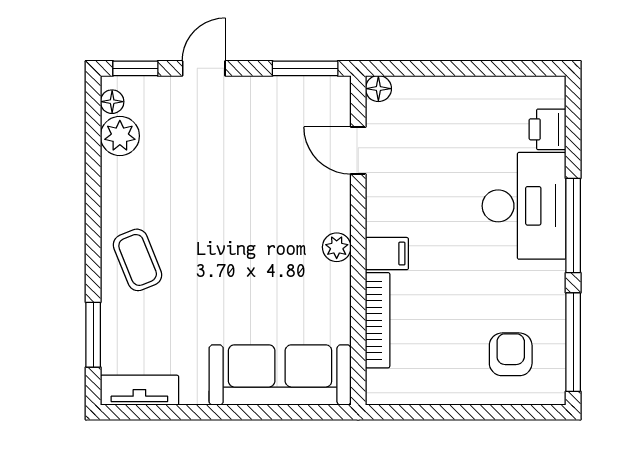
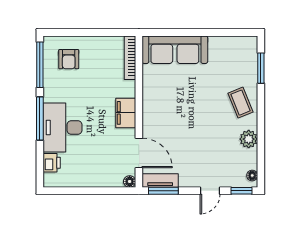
plant: (120, 136) -> (249, 139), moved
door: (358, 151) -> (139, 153), width x1.38
plant: (337, 247) -> (149, 108), removed
filing cabinet: (387, 254) -> (126, 113), width x2.00
bookcase: (378, 320) -> (130, 58), moved
tv unit: (139, 390) -> (160, 181), moved, turned 180

